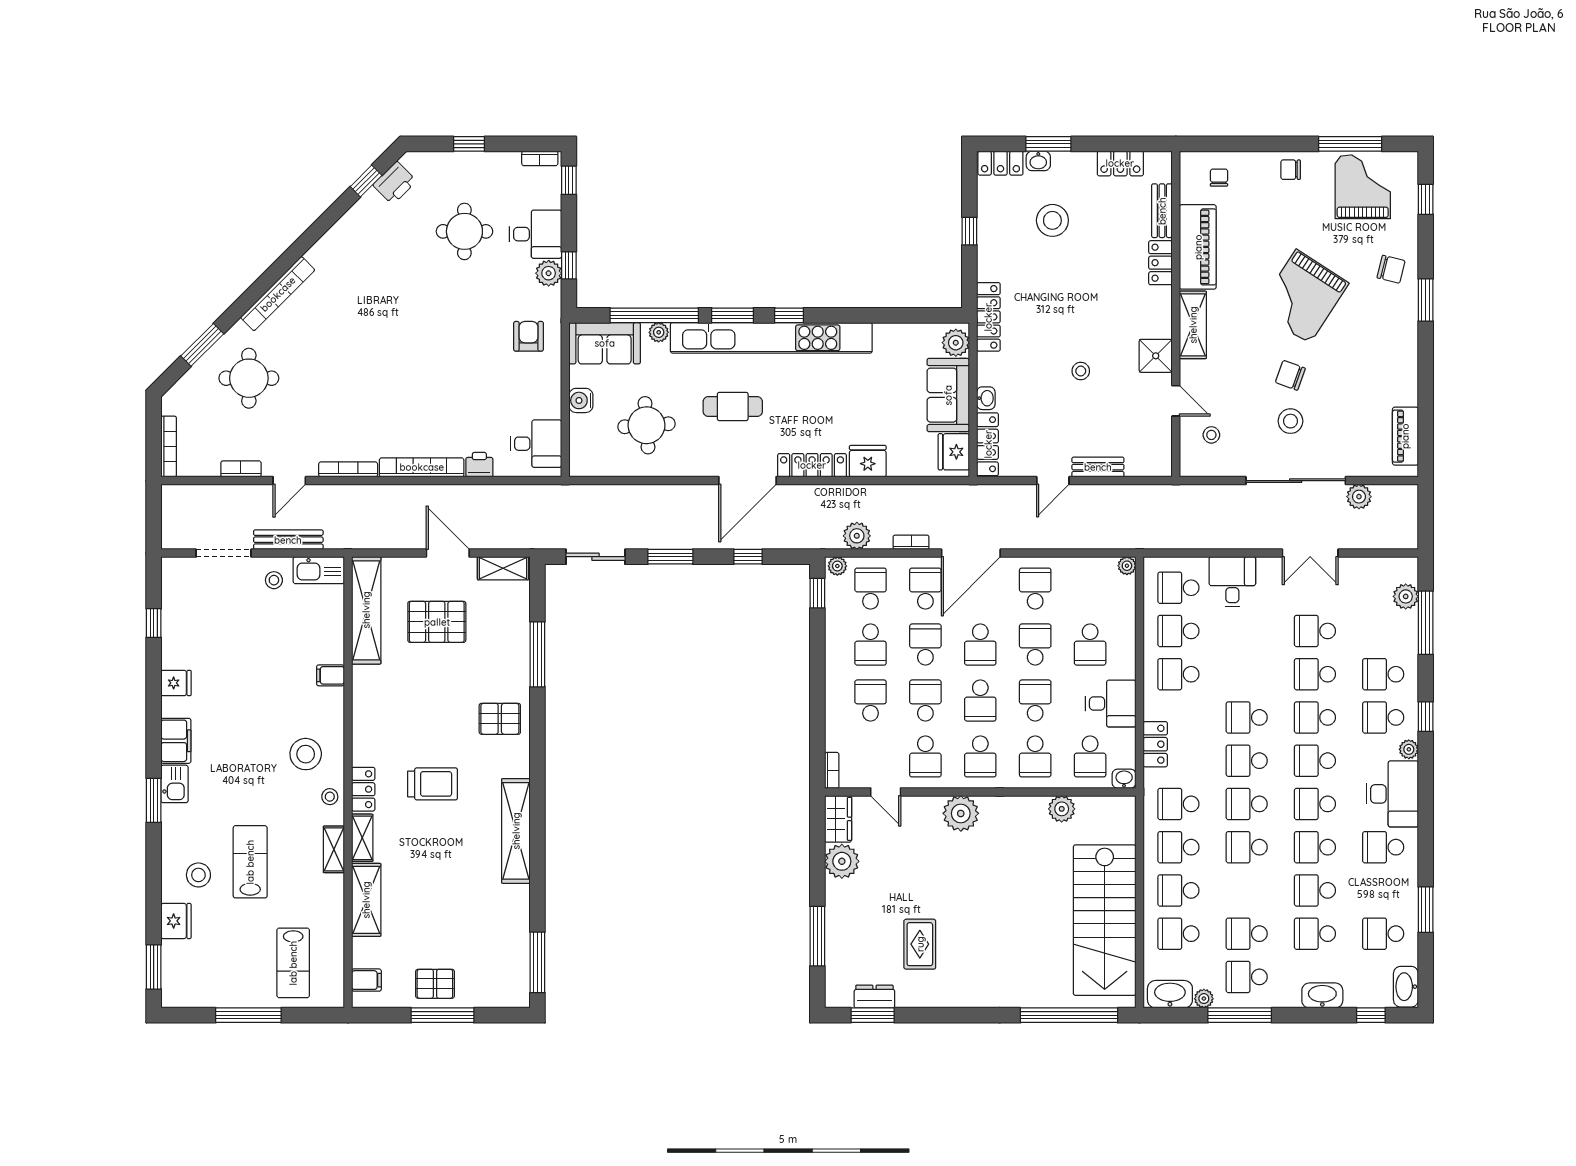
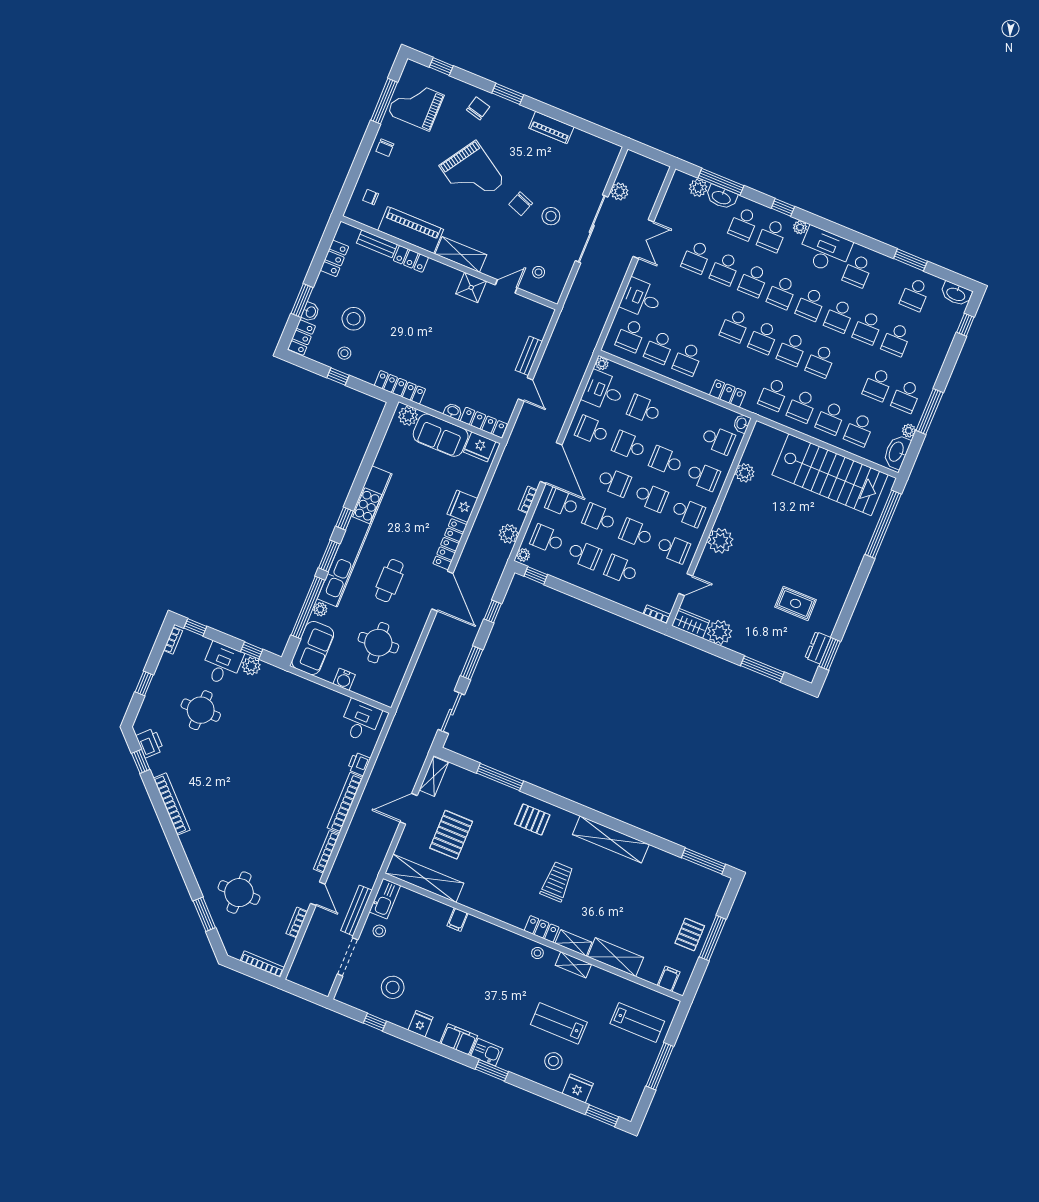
bookcase: (278, 294) -> (172, 804), moved
armchair: (529, 336) -> (287, 696), removed
stool: (1081, 371) -> (344, 353), moved
piano: (1405, 436) -> (551, 127), moved
school desk: (1090, 645) -> (644, 409), turned 180
desk: (1111, 704) -> (603, 391), moved, turned -90
pallet: (500, 719) -> (532, 819), turned 90
stool: (306, 754) -> (393, 987), moved
washbasin: (1322, 995) -> (721, 197), moved, turned -90

